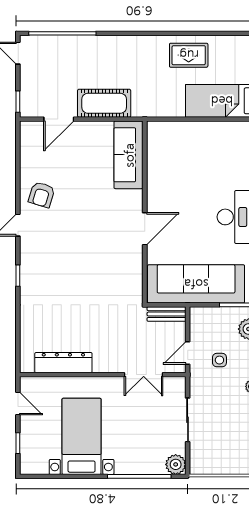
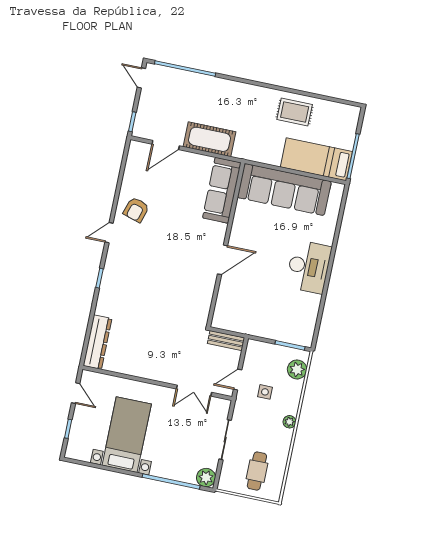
sofa: (196, 284) -> (284, 189), moved, turned 180
dresser: (63, 363) -> (97, 342), moved, turned 90
cafe table: (228, 446) -> (257, 471), added

